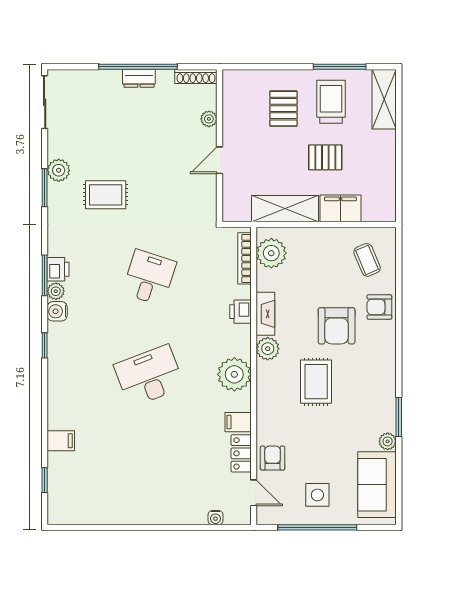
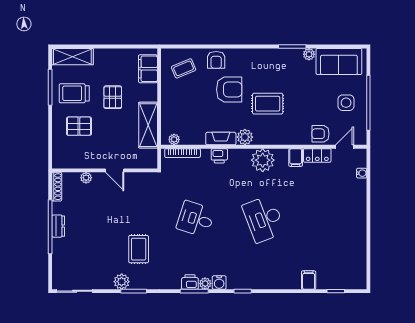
filing cabinet: (340, 208) -> (148, 69), moved
plant: (271, 253) -> (174, 139), width x0.53, depth x0.53

